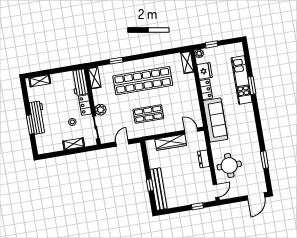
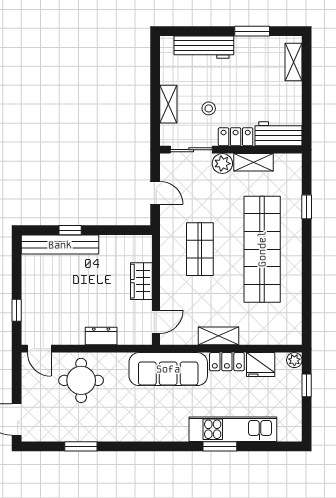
shelving: (187, 62) -> (219, 336), moved
shelving: (94, 78) -> (254, 162), moved
workbench: (38, 117) -> (204, 47), moved
window: (30, 124) -> (252, 31), moved
wardrobe: (171, 142) -> (141, 281), width x0.67

